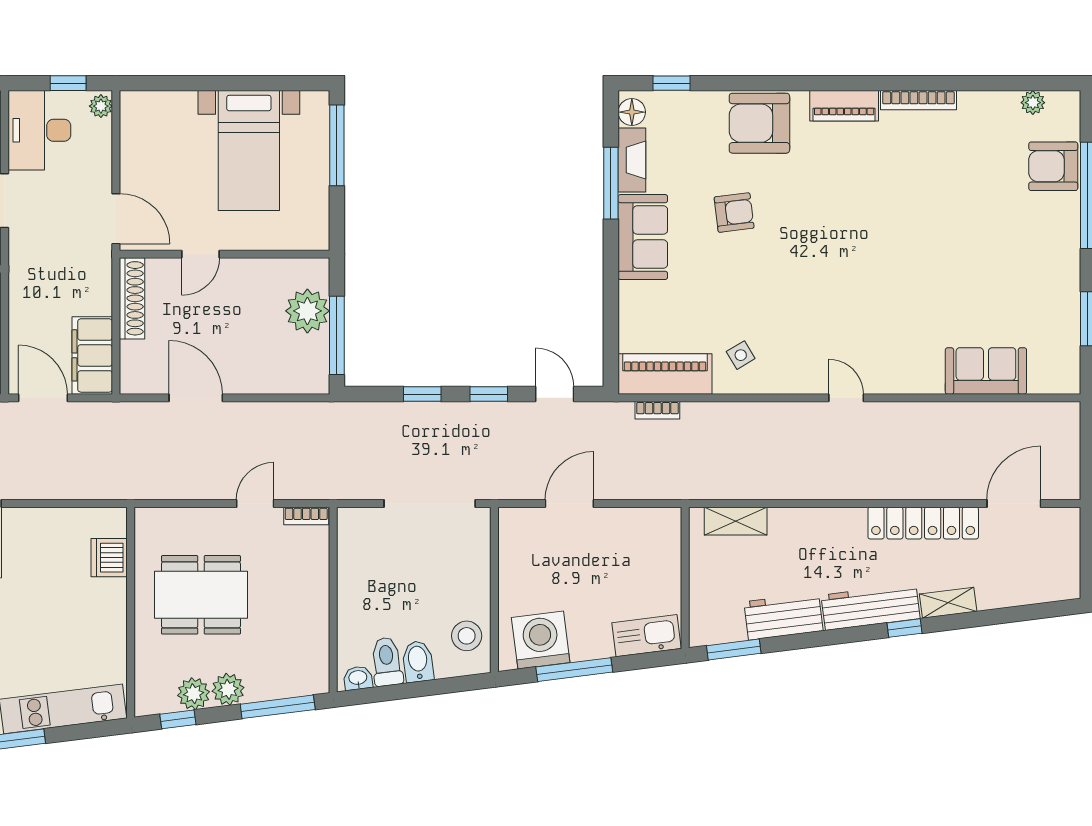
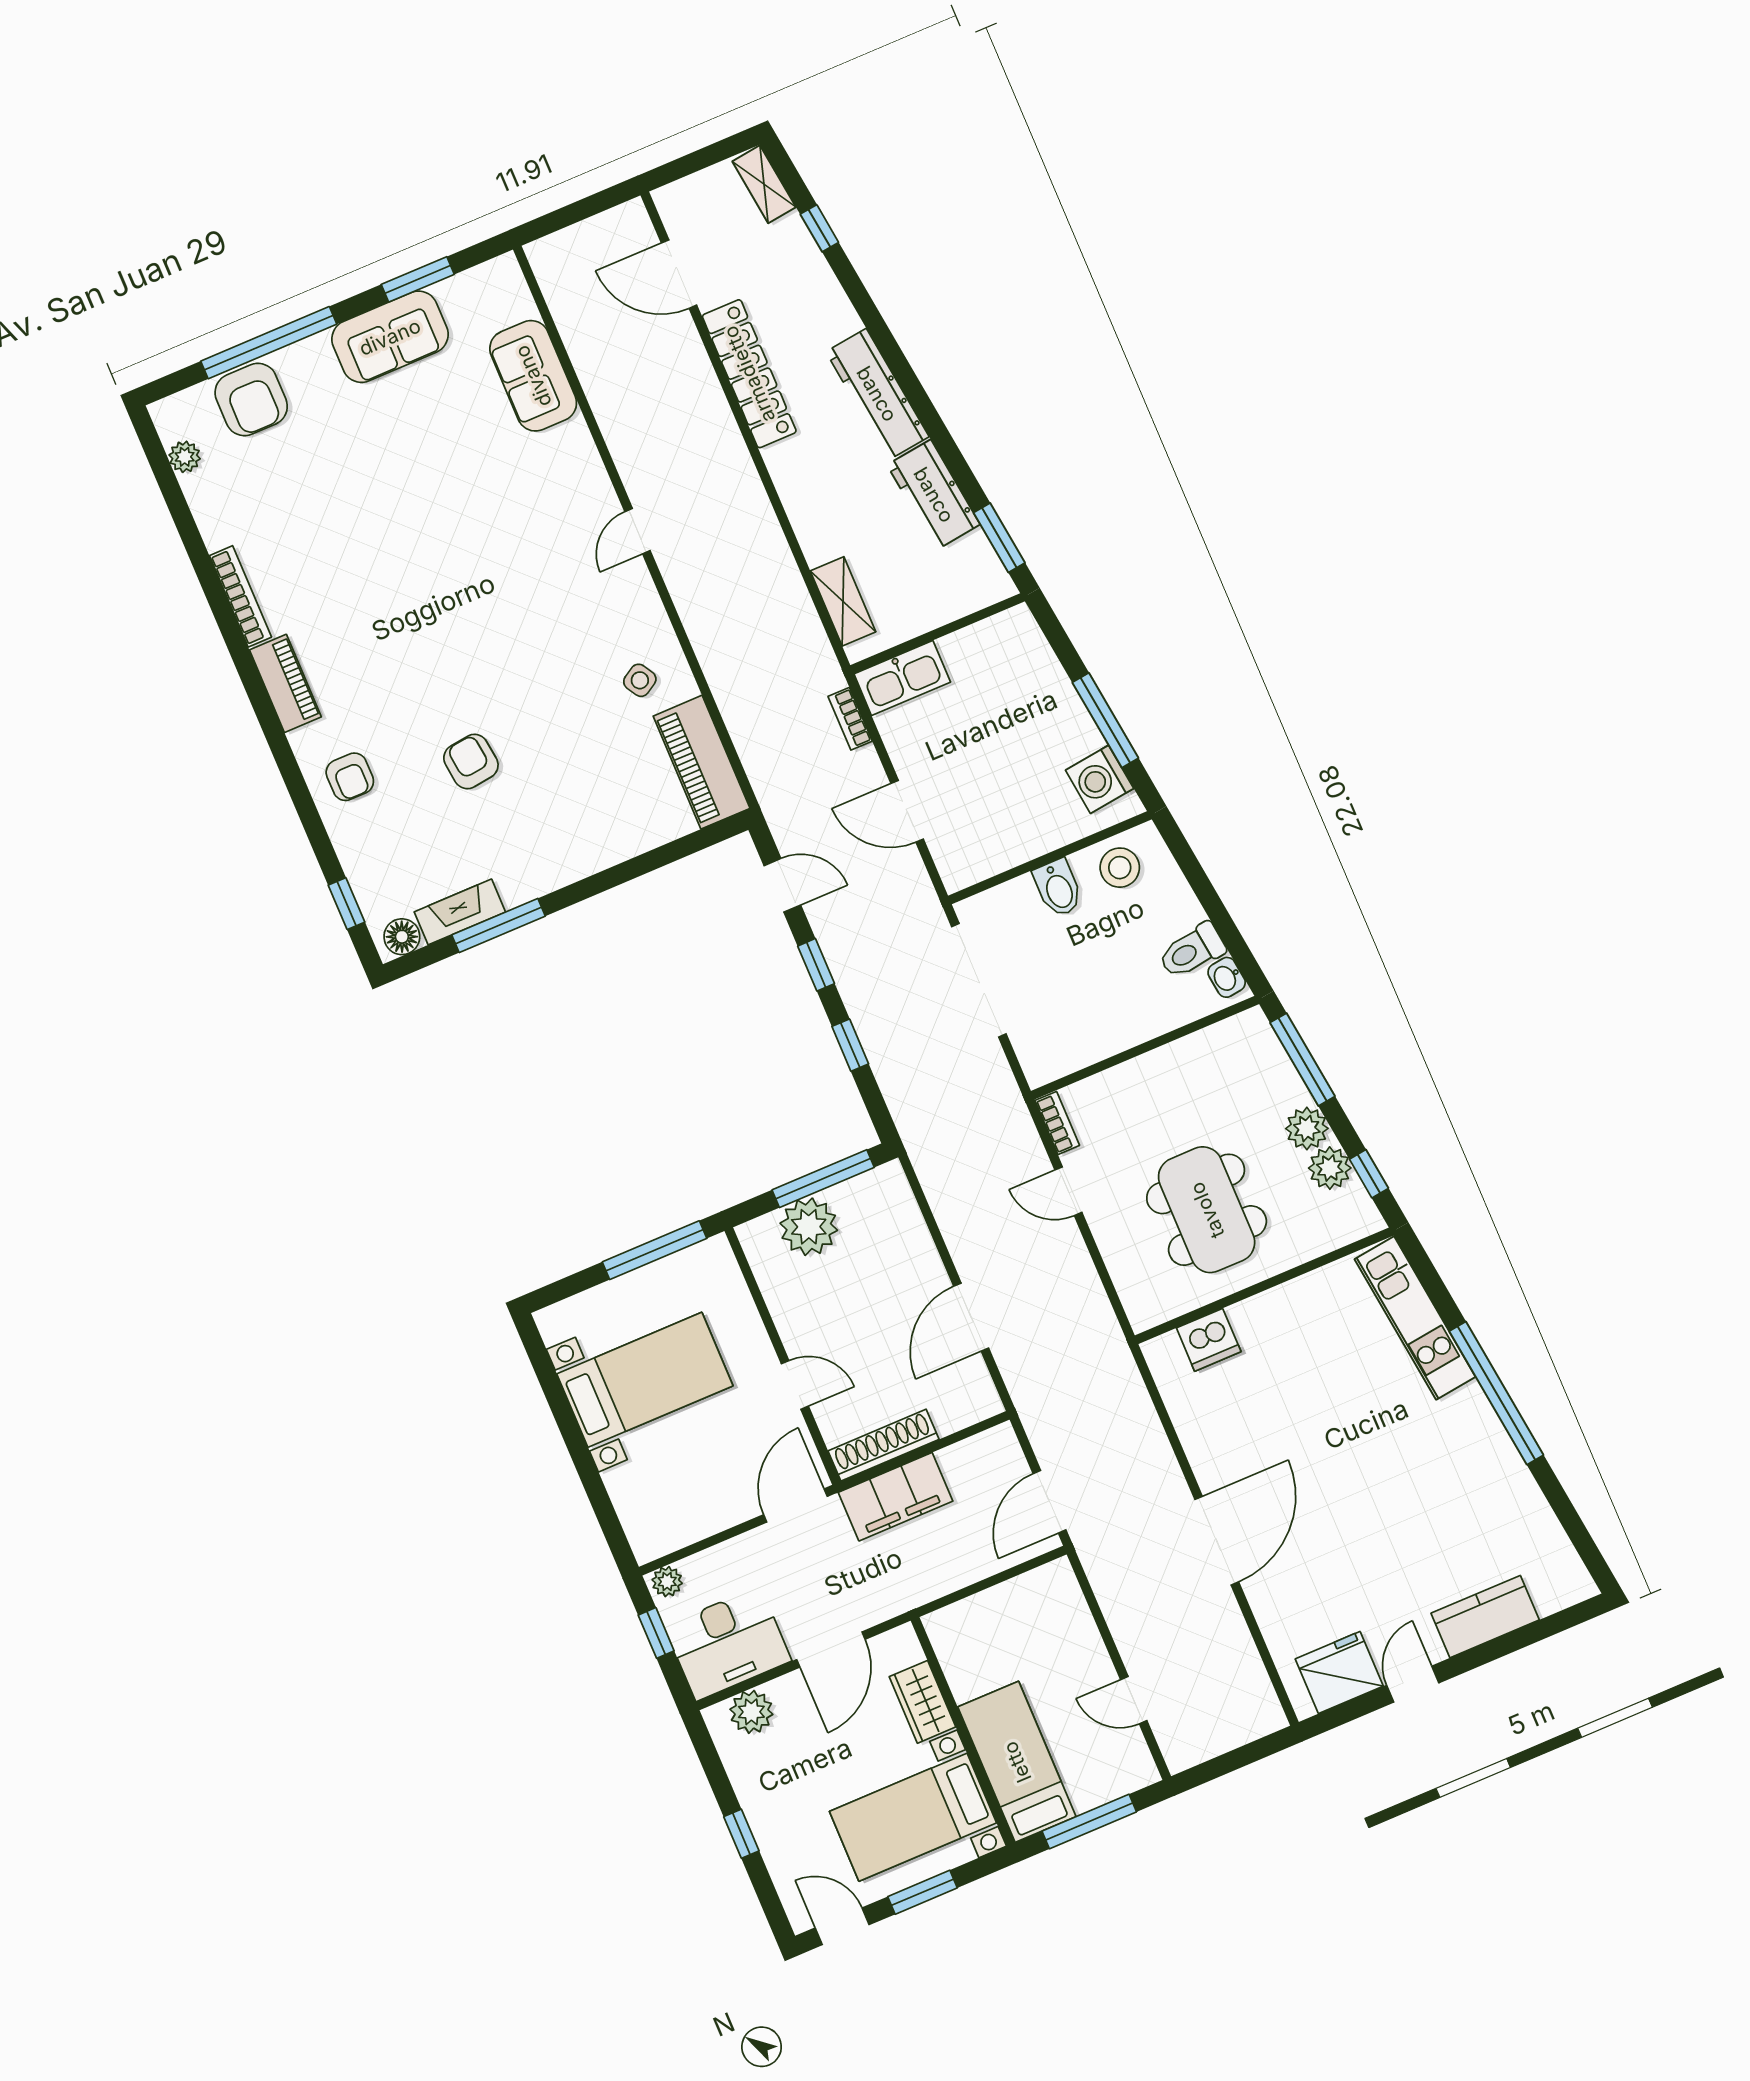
armchair: (759, 123) -> (350, 777), width x0.53, depth x0.53
window: (337, 145) -> (655, 1250), moved
sofa: (643, 237) -> (390, 337), moved, turned 180
filing cabinet: (92, 355) -> (896, 1497), moved
door: (555, 394) -> (782, 885), swing flipped
bookcase: (657, 410) -> (850, 719), moved, turned 180
shelving: (948, 603) -> (764, 184), moved
window: (905, 628) -> (819, 228), moved
kitchen sink: (647, 636) -> (902, 678), moved, turned -83
washing machine: (541, 640) -> (1100, 779), width x0.73, depth x0.73
bidet: (418, 661) -> (1058, 888), moved, turned -83

